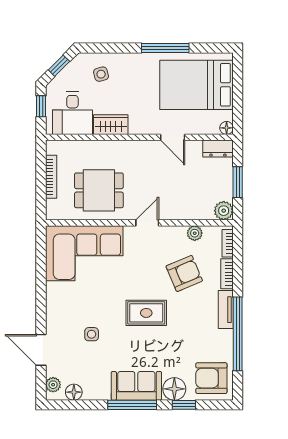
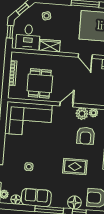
dining table: (99, 190) -> (40, 83), turned 90
plant: (175, 236) -> (82, 114), added
armchair: (184, 273) -> (86, 136), turned 113
rug: (146, 313) -> (75, 167), moved
sofa: (136, 386) -> (36, 198), moved

